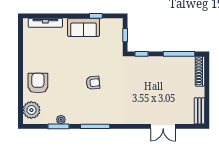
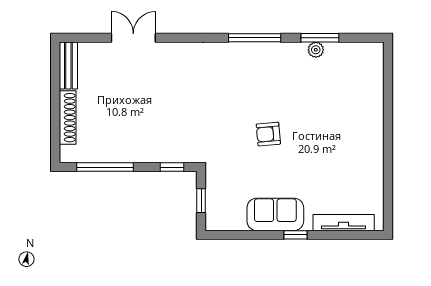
window: (96, 16) -> (295, 235), moved
shoe rack: (200, 71) -> (68, 118), moved
armchair: (38, 83) -> (357, 115), removed
armchair: (93, 83) -> (268, 134), moved
plant: (31, 110) -> (368, 67), removed

